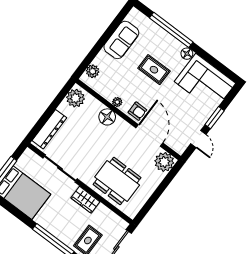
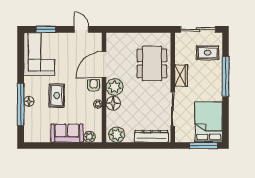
sofa: (121, 40) -> (67, 133), moved
floor lamp: (187, 54) -> (29, 101), moved
window: (215, 118) -> (46, 29), moved
door: (198, 139) -> (81, 29), hinge flipped
plant: (164, 162) -> (115, 87), moved

